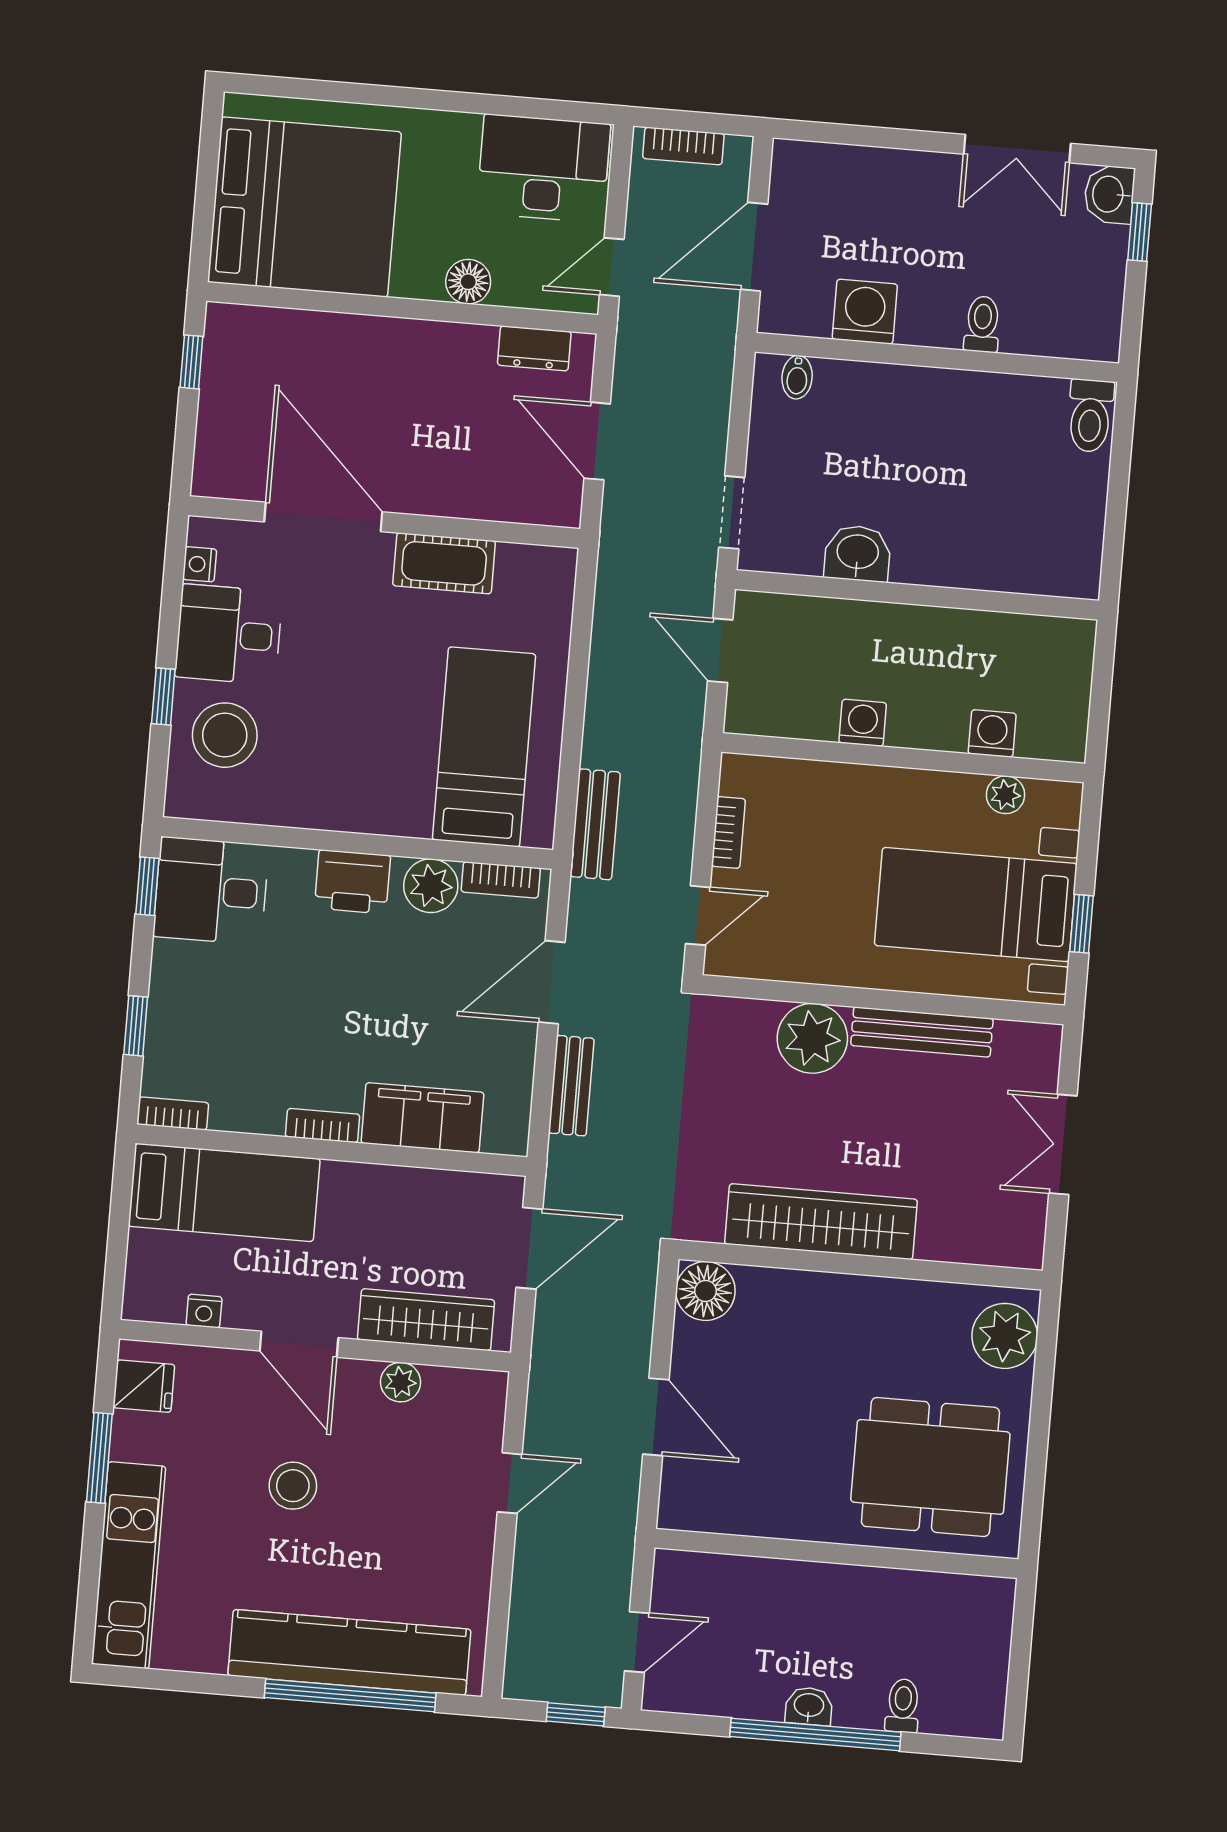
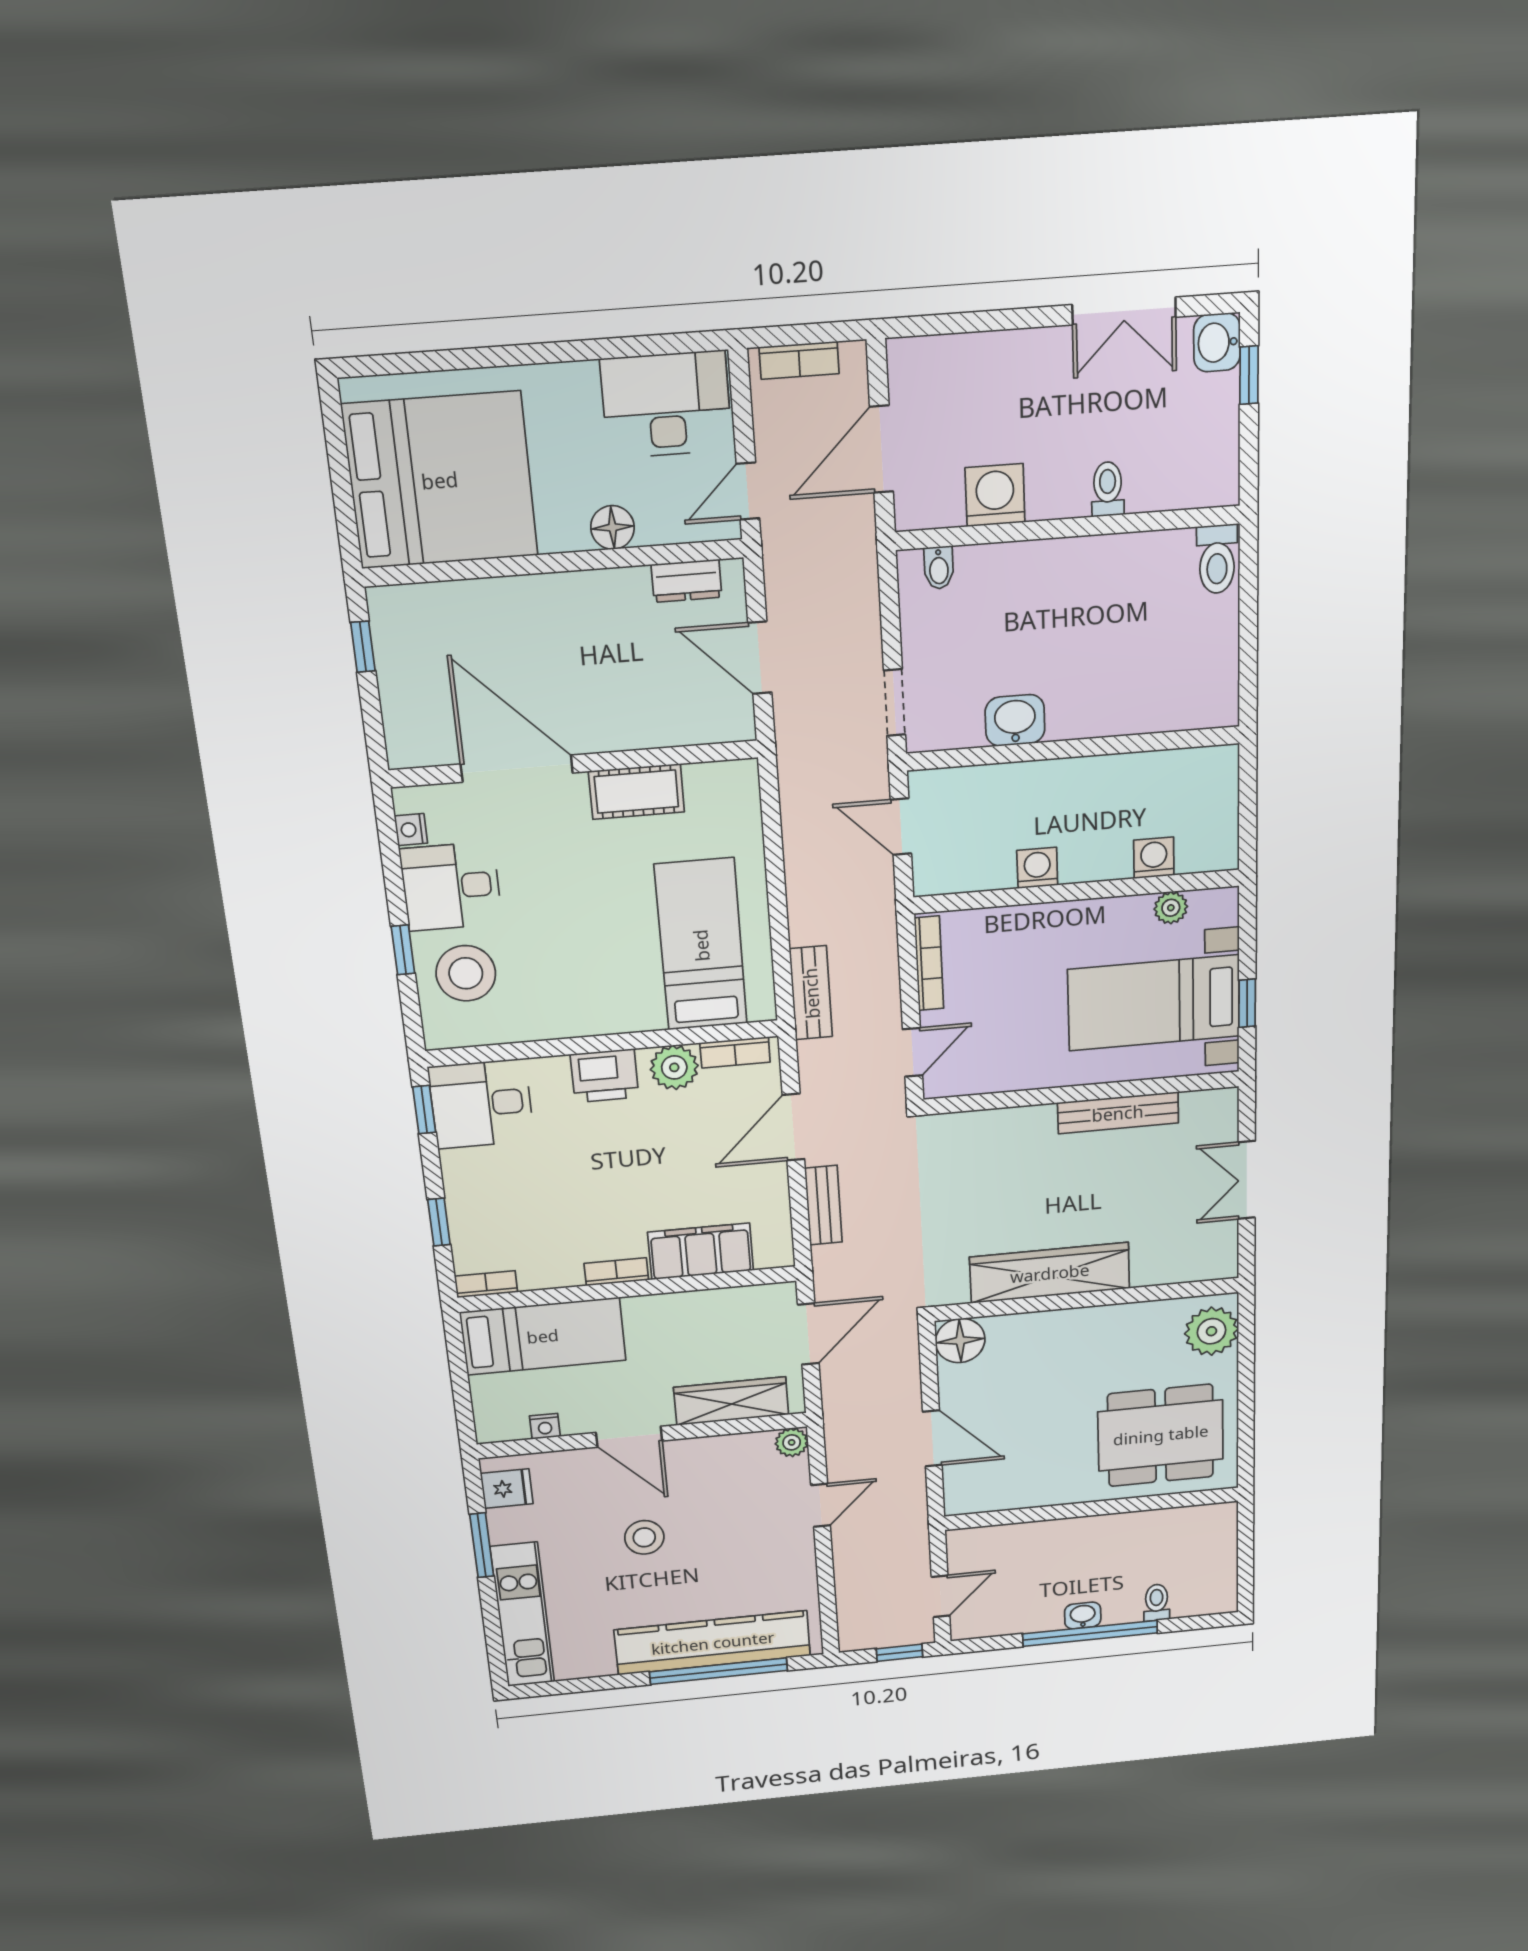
bookcase: (728, 832) -> (929, 963), width x1.56
plant: (812, 1038) -> (1025, 1134), removed
plant: (401, 1382) -> (792, 1442), moved

